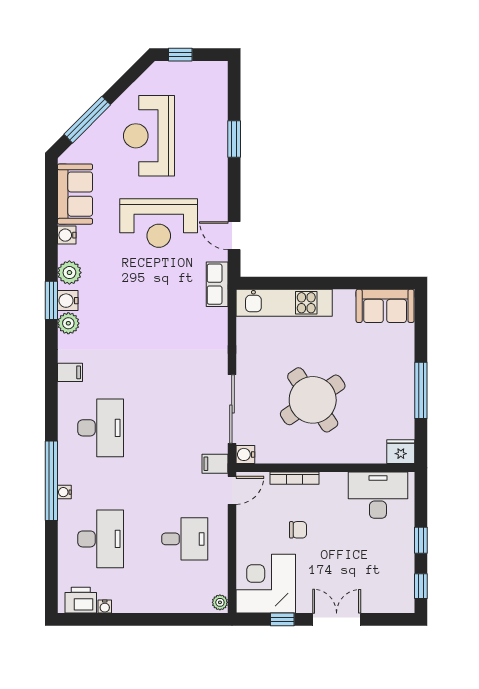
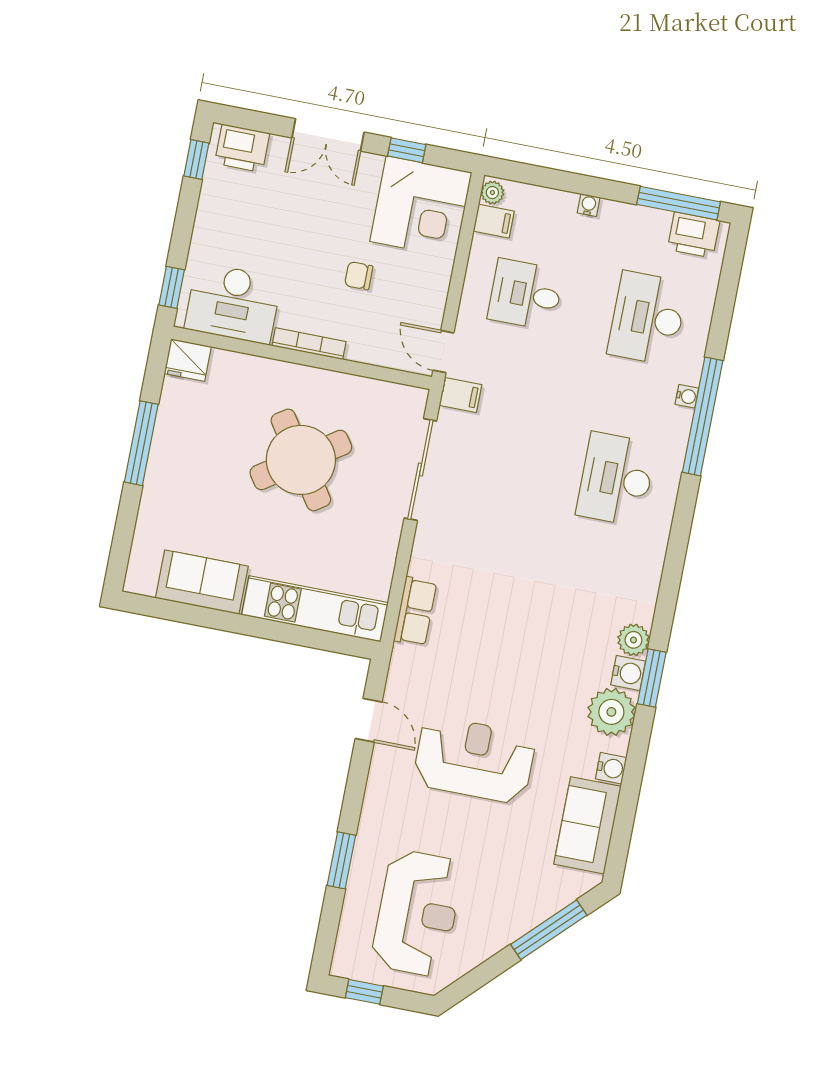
window: (180, 55) -> (364, 992), moved
reception desk: (149, 136) -> (417, 913), moved
plant: (69, 273) -> (611, 712), width x1.36, depth x1.36
row of seats: (217, 284) -> (415, 611), moved
sofa: (385, 306) -> (202, 582), moved
filing cabinet: (70, 372) -> (494, 221), moved, turned 180
water cooler: (245, 454) -> (414, 400), removed
bookcase: (295, 478) -> (309, 344), moved
door: (232, 490) -> (443, 352), hinge flipped
window: (421, 540) -> (172, 287), moved
printer: (392, 600) -> (242, 148), added
water cooler: (105, 607) -> (589, 205), moved
window: (95, 619) -> (679, 203), added

